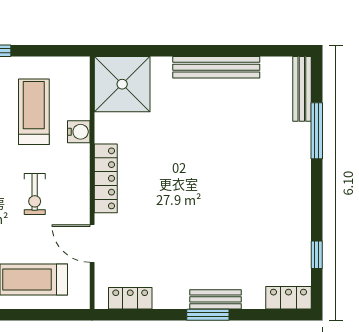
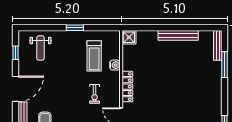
shower: (122, 84) -> (129, 37), width x0.54, depth x0.54
treadmill: (34, 112) -> (94, 56), turned 180

